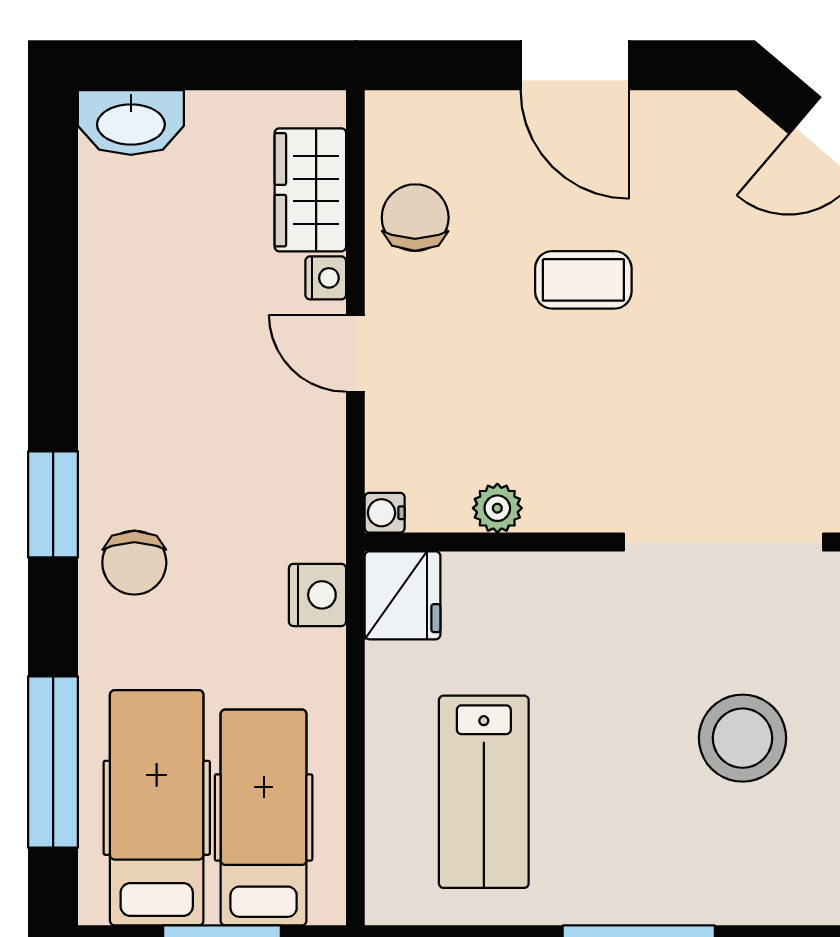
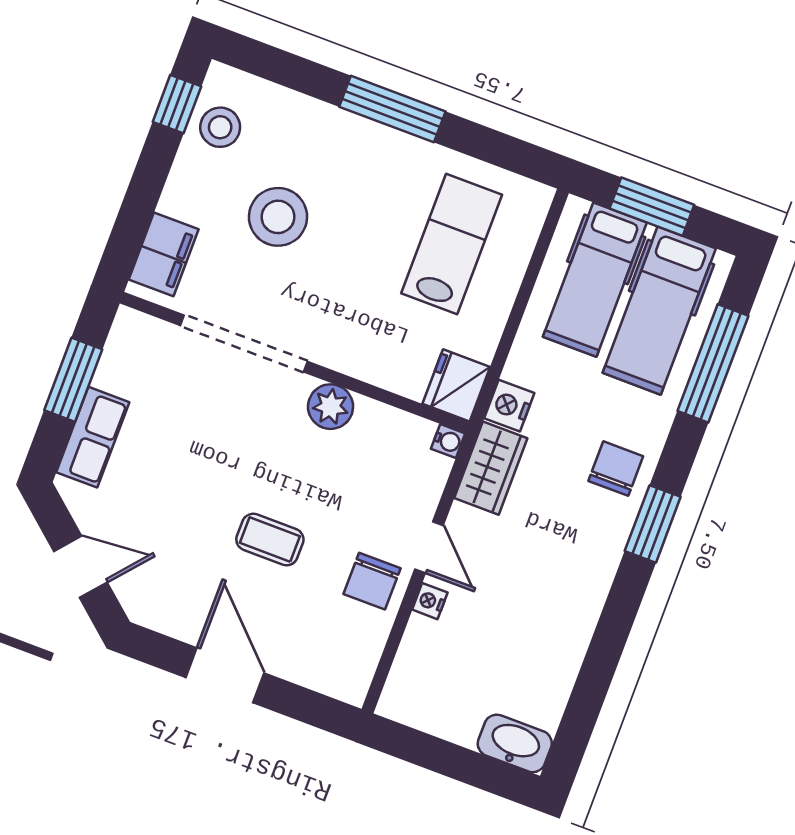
wardrobe: (310, 190) -> (491, 468), moved
chair: (415, 218) -> (372, 581), moved
plant: (497, 508) -> (331, 407), moved, width x1.38, depth x1.38

